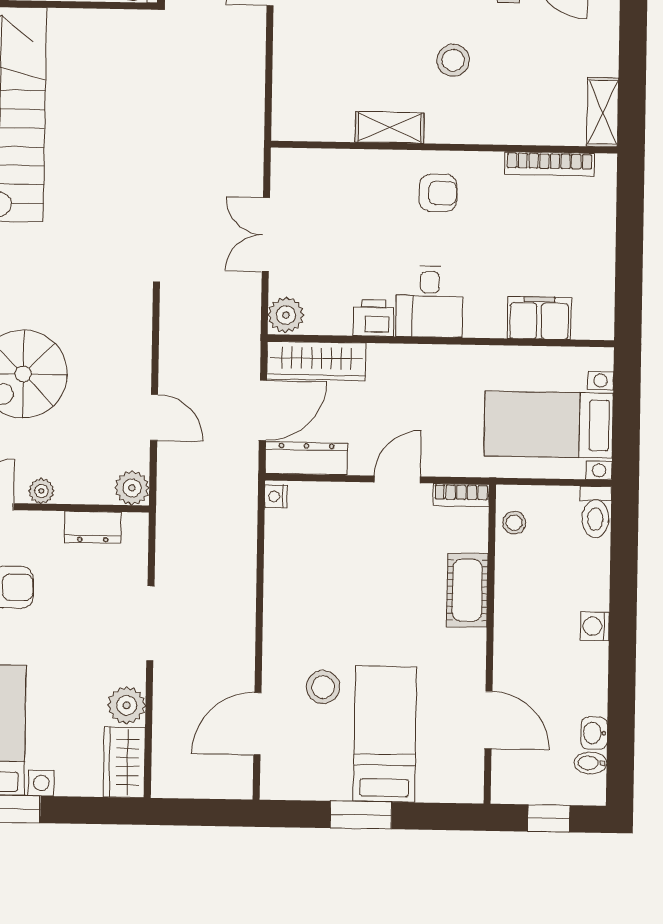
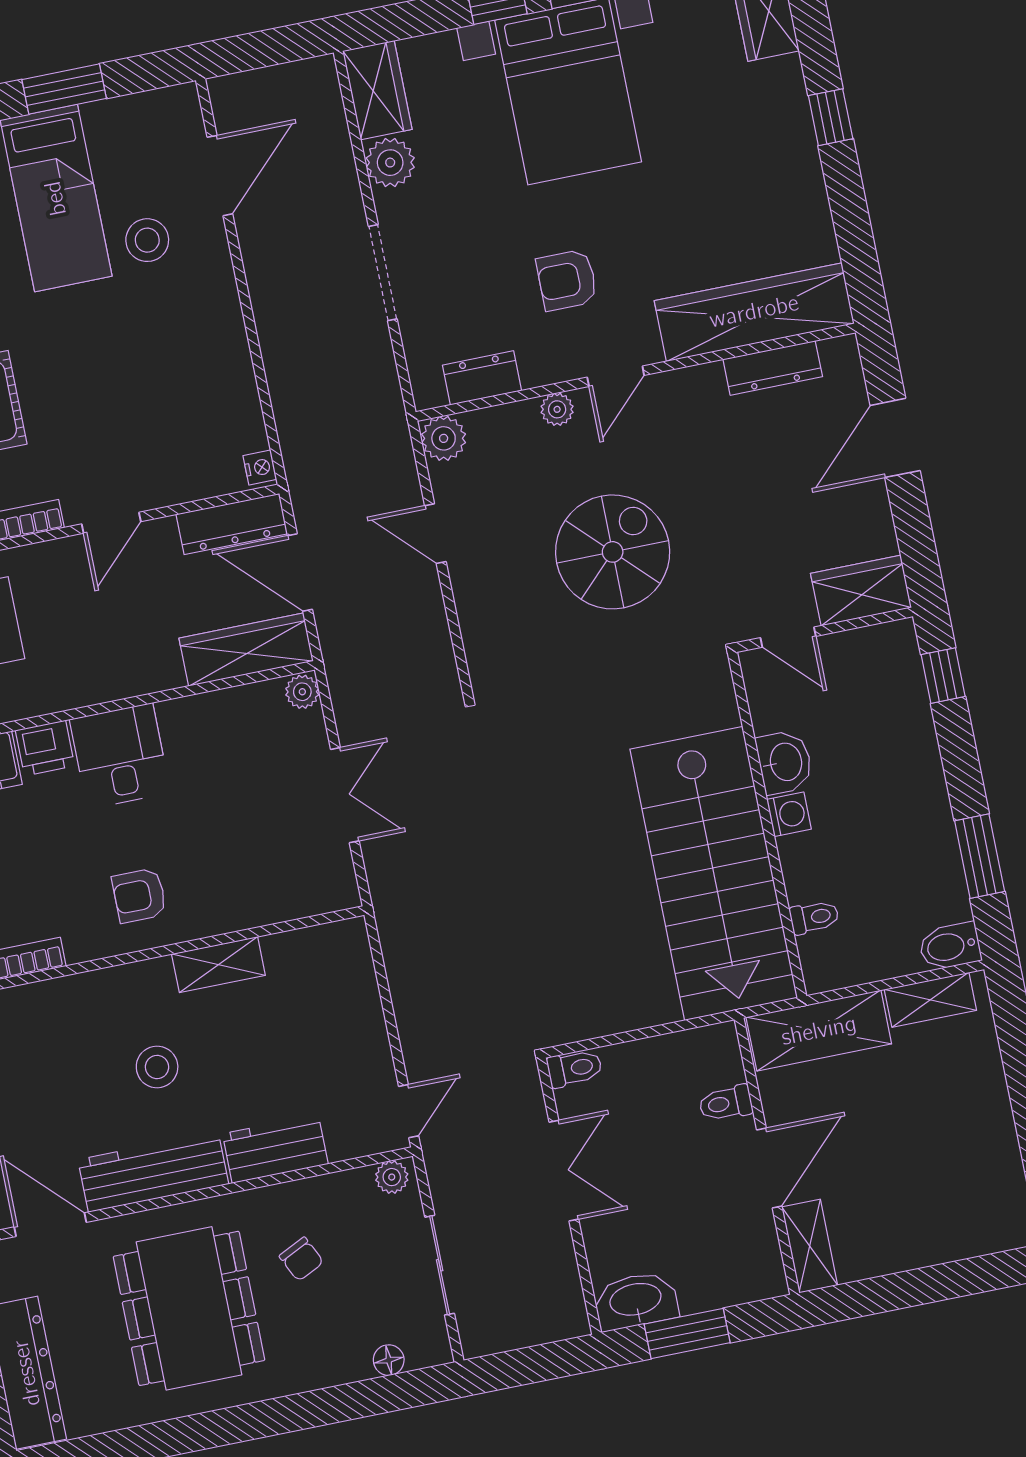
plant: (286, 315) -> (302, 692), width x0.73, depth x0.73
printer: (374, 318) -> (45, 748), moved
door: (263, 410) -> (300, 573), hinge flipped

